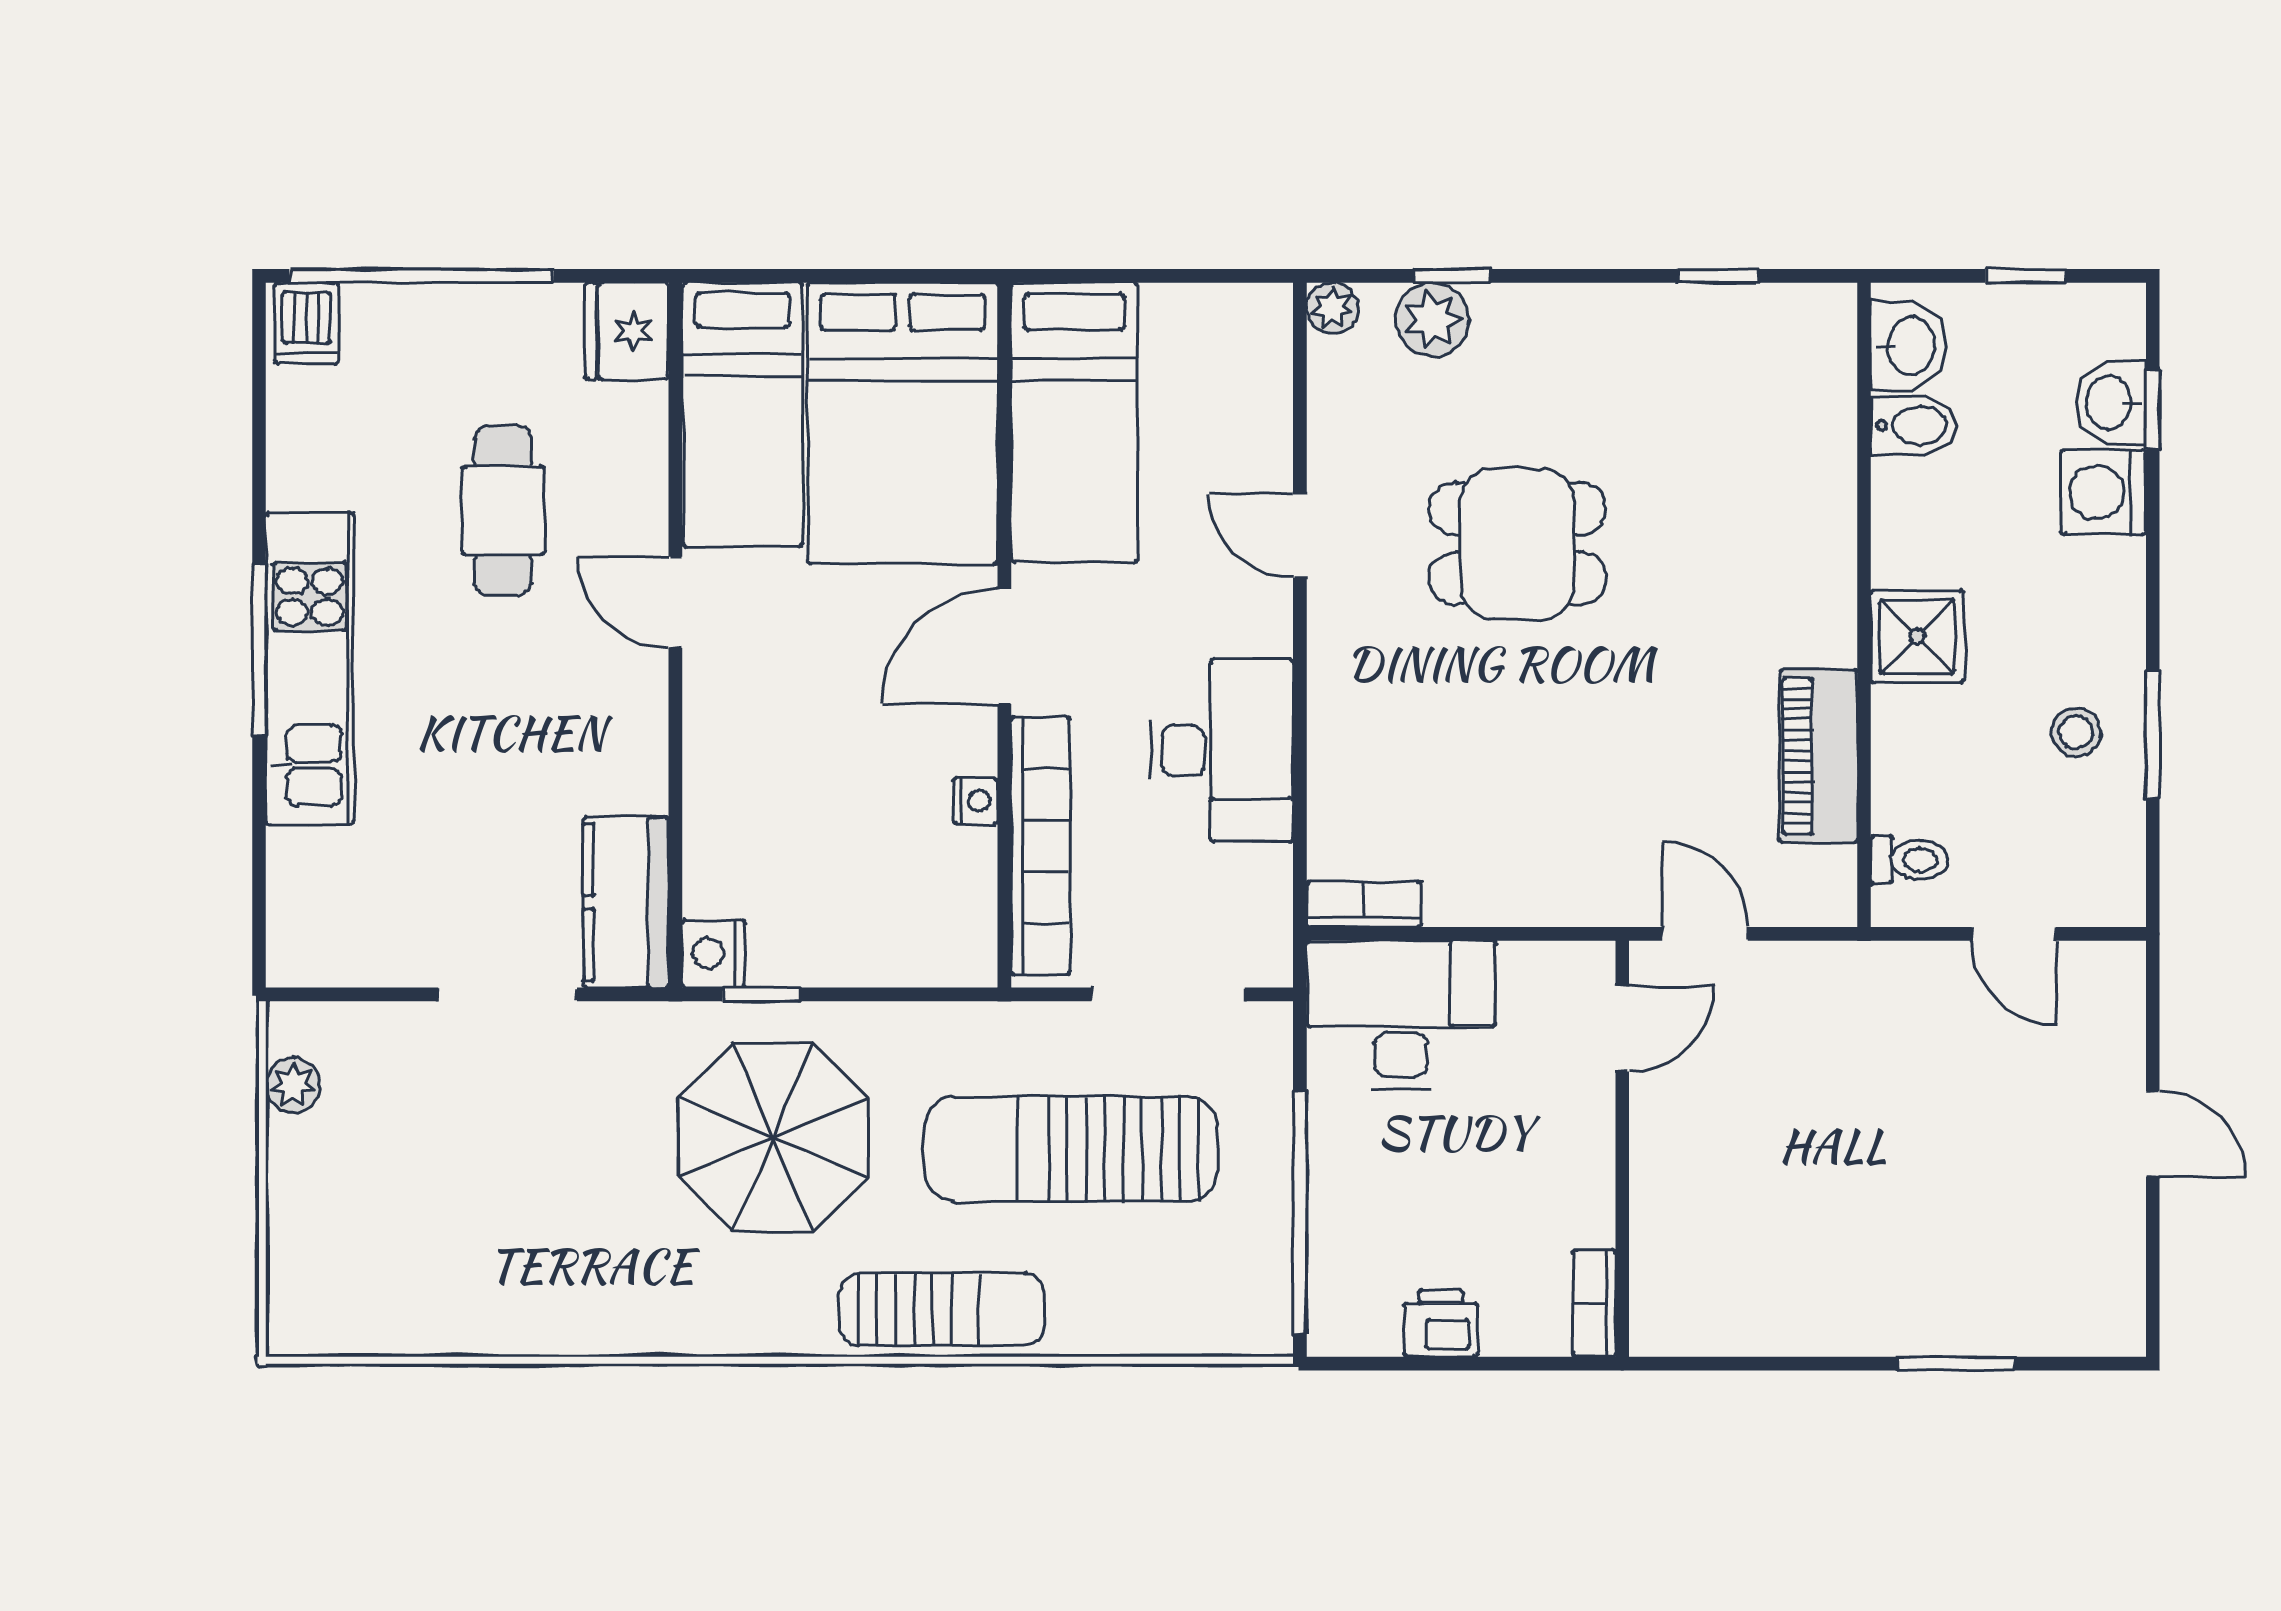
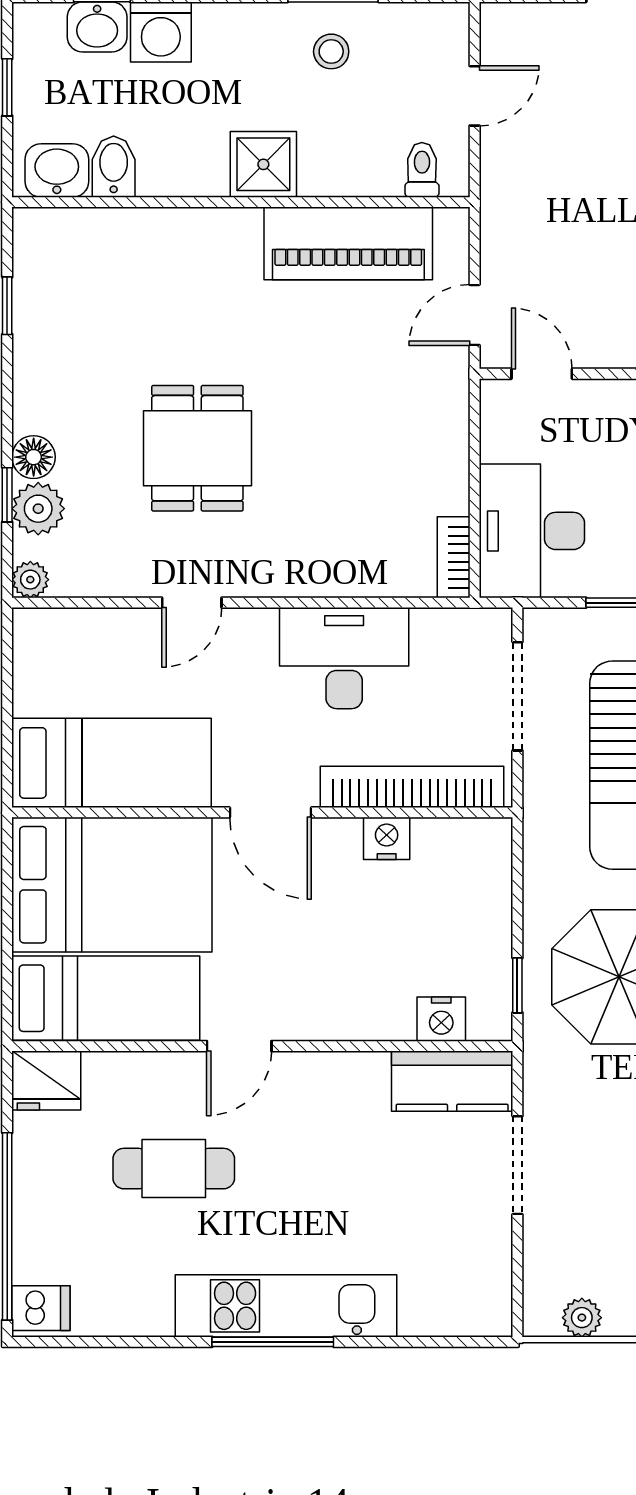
floor lamp: (1505, 313) -> (34, 457), added
piano: (1818, 756) -> (348, 243), width x1.37, depth x1.33
nightstand: (976, 801) -> (387, 838), width x1.39, depth x1.35
nightstand: (713, 954) -> (441, 1019), moved

